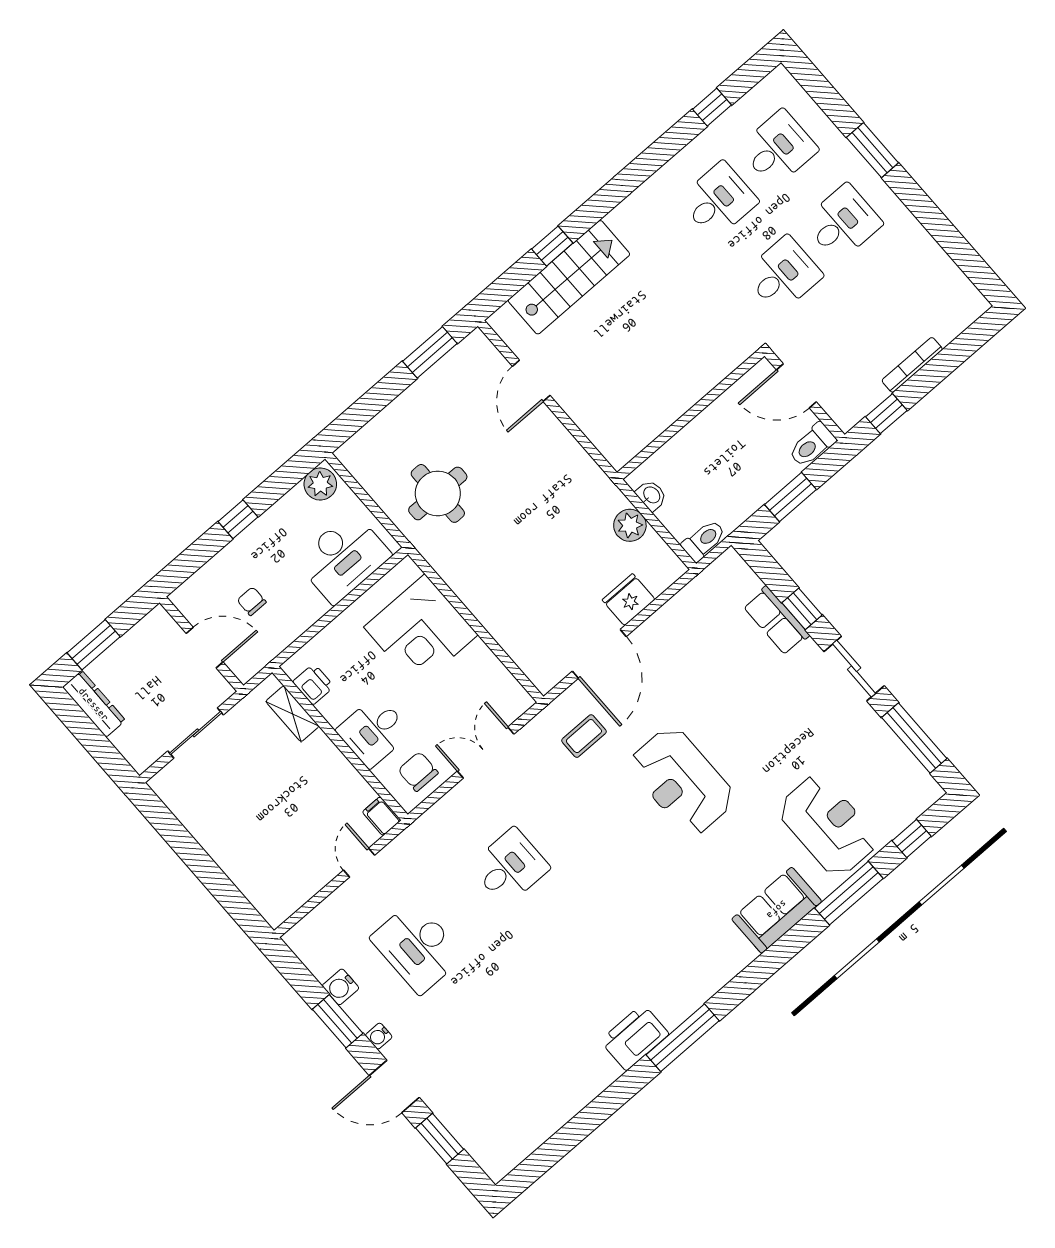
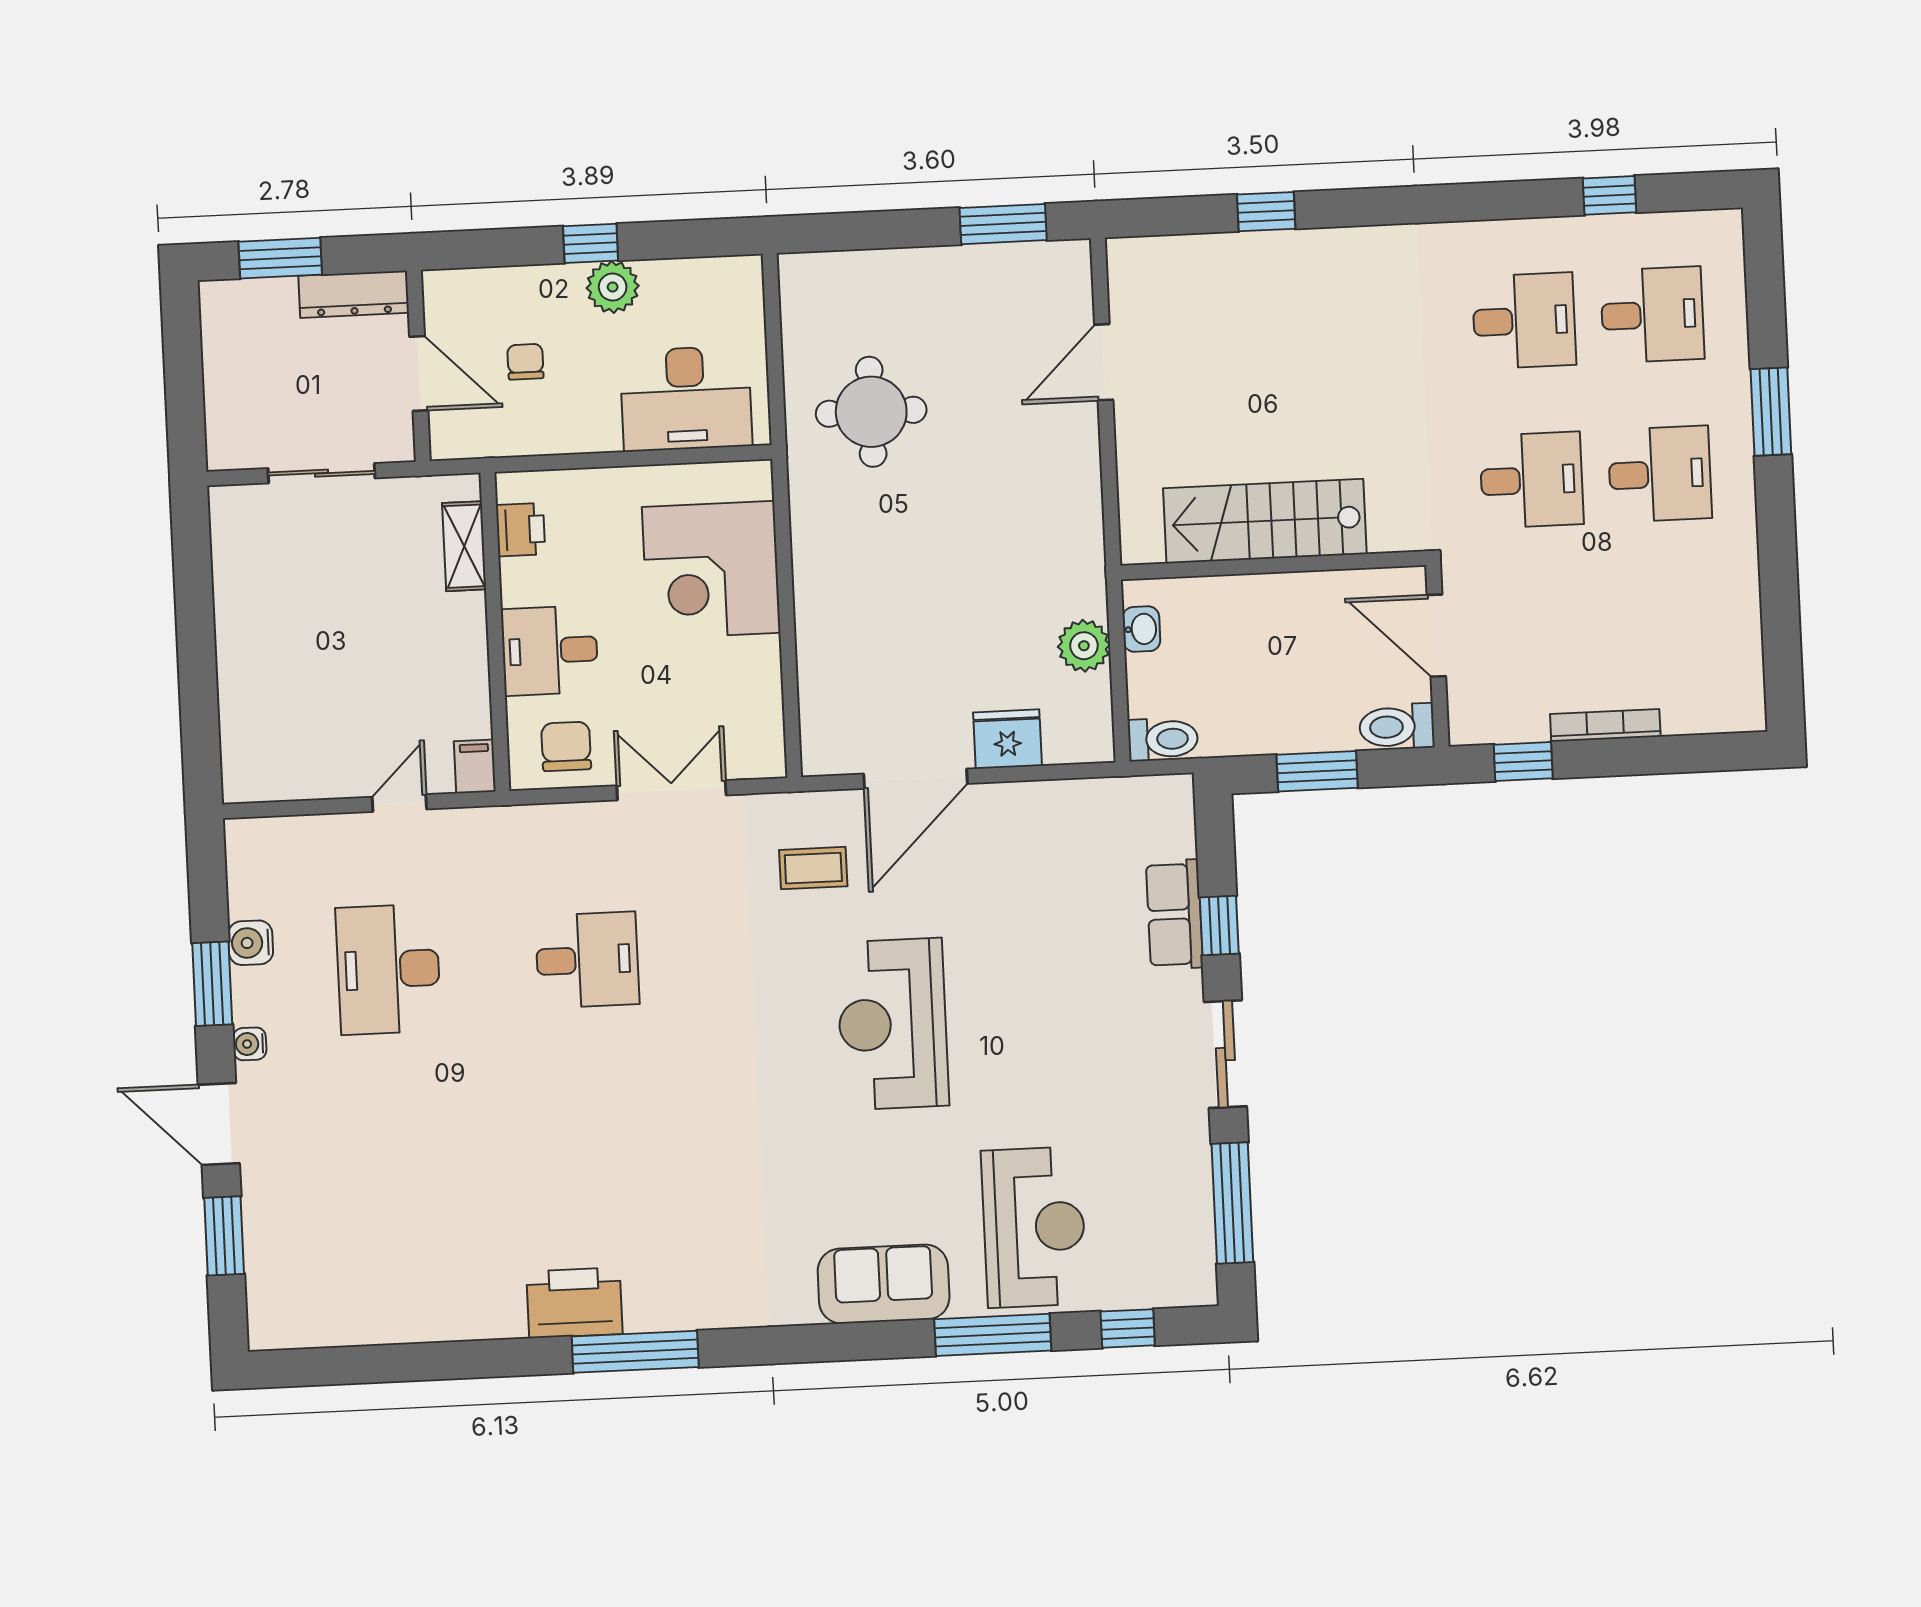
stairs: (569, 277) -> (1265, 521), moved, turned 180
plant: (320, 484) -> (613, 287), moved
dresser: (94, 704) -> (354, 294), moved, turned 90

